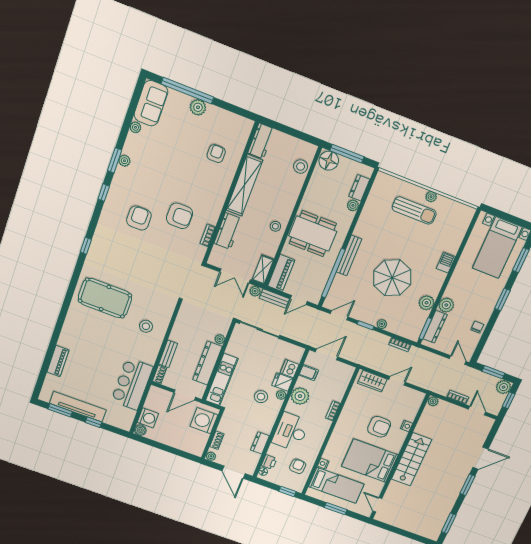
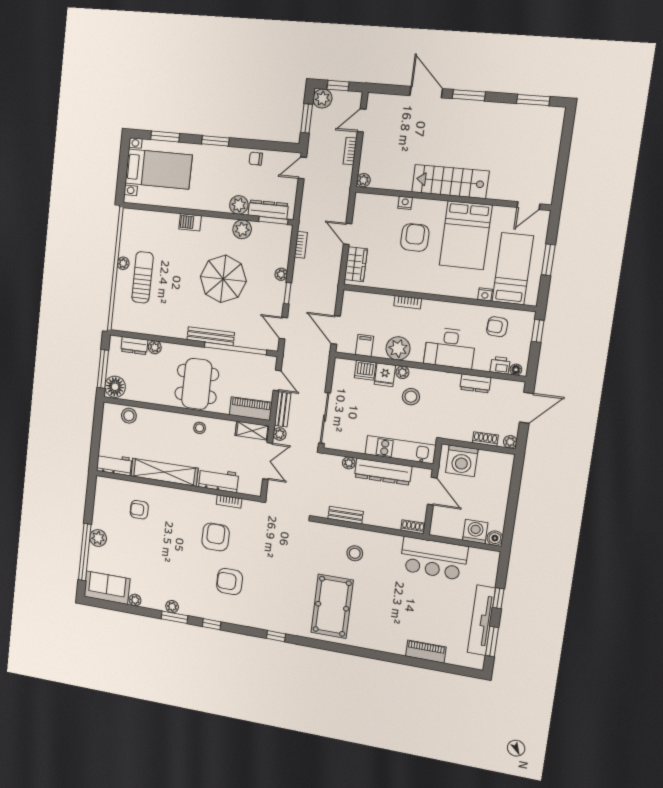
bench: (168, 354) -> (346, 515), moved

